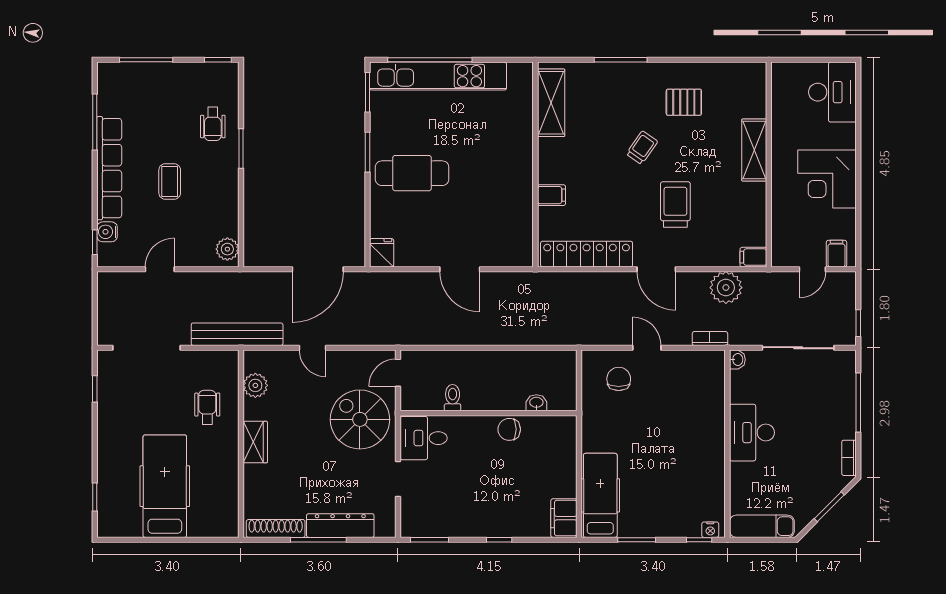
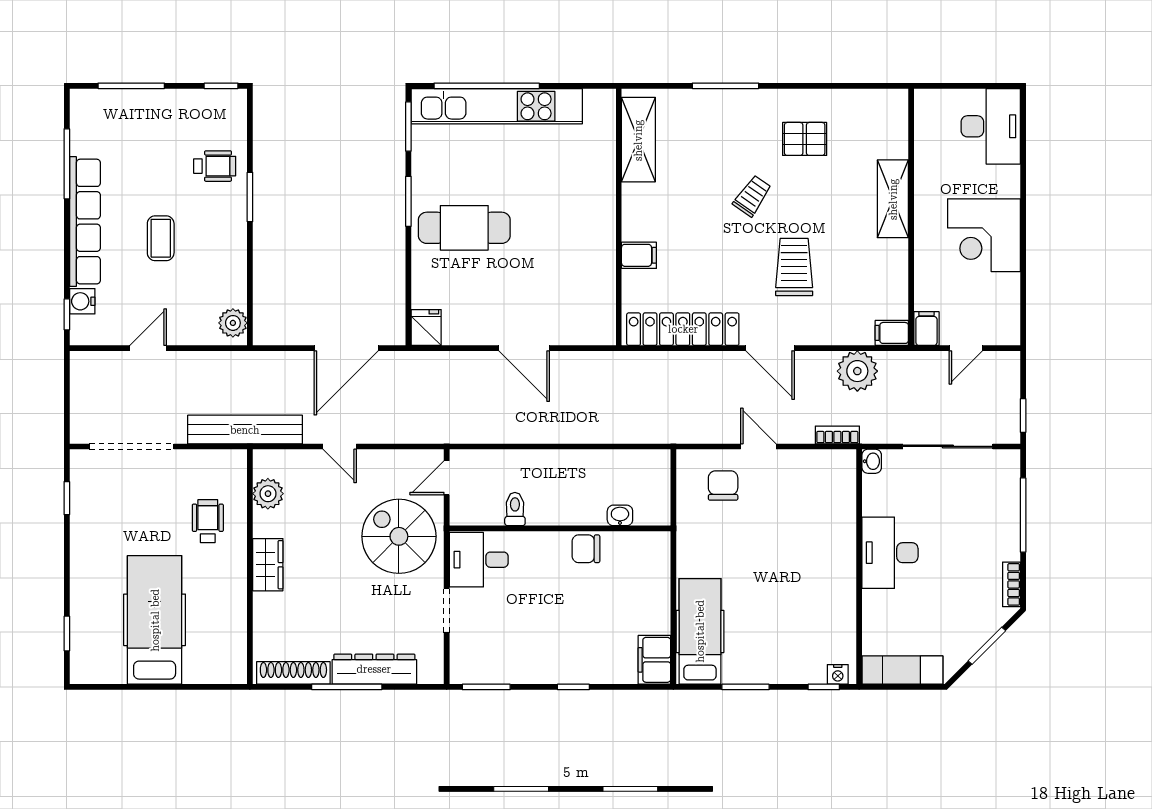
wheelchair: (213, 124) -> (215, 166), turned -90
filing cabinet: (836, 254) -> (926, 329), moved

